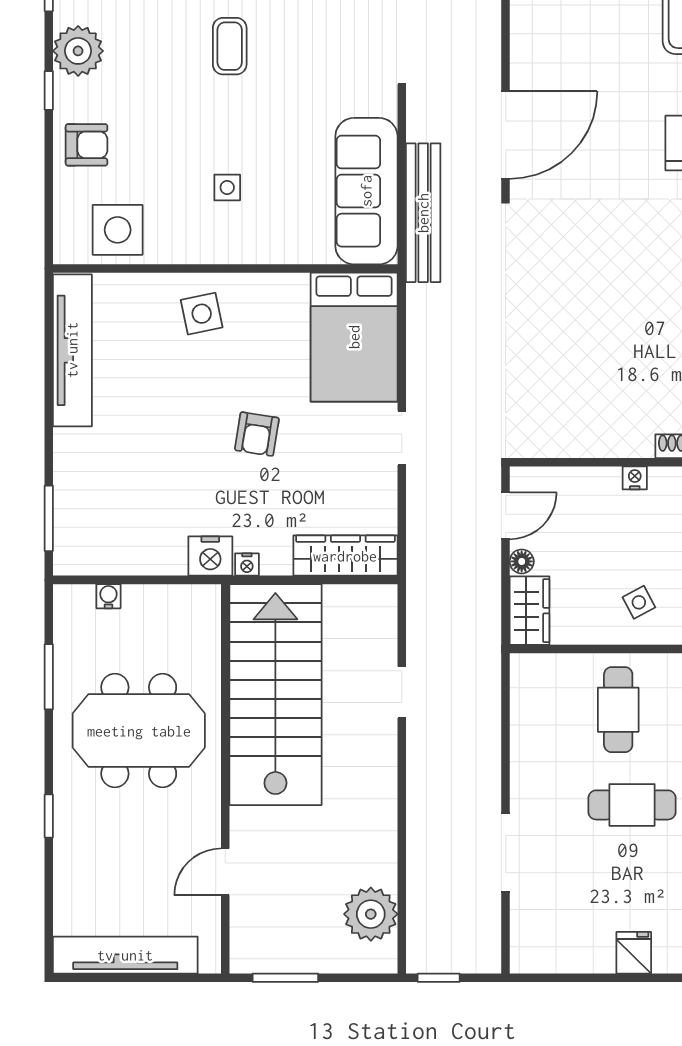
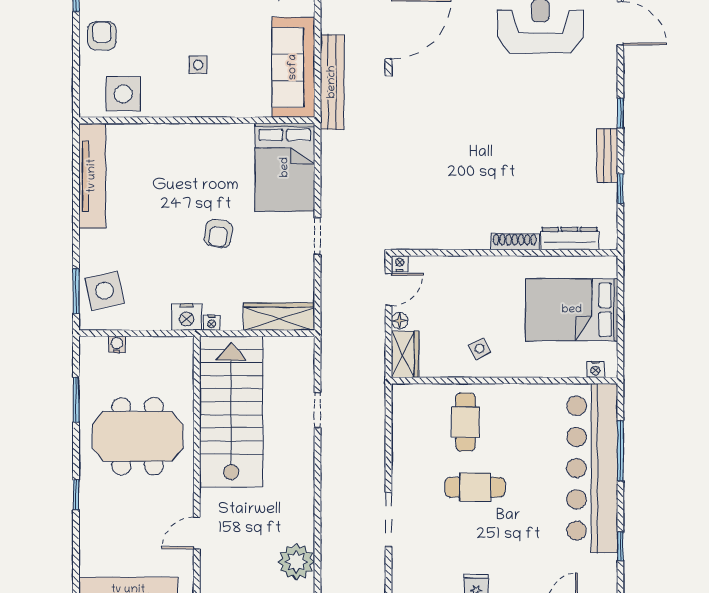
armchair: (87, 145) -> (102, 36), turned -90
side table: (202, 314) -> (105, 291), moved, width x1.37, depth x1.37
nightstand: (635, 478) -> (400, 263), moved

